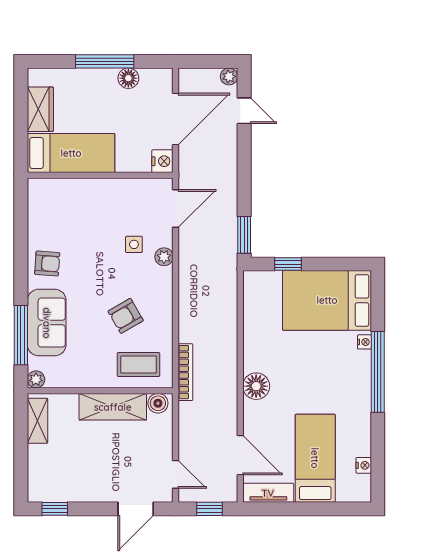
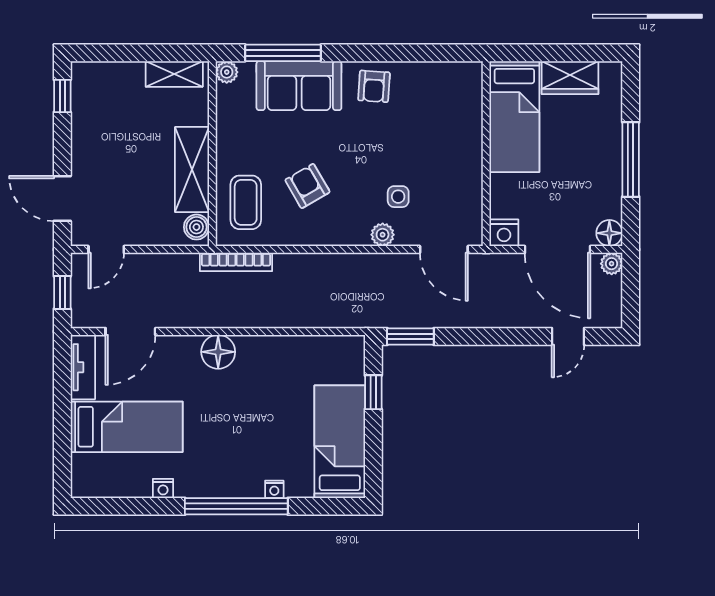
plant: (229, 76) -> (612, 264), moved
floor lamp: (128, 78) -> (609, 233), moved
bed: (327, 300) -> (340, 442), width x0.67
nightstand: (364, 465) -> (163, 488), moved

